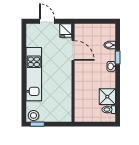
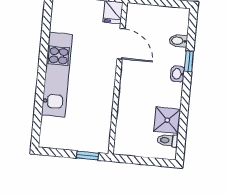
stool: (34, 115) -> (51, 139), removed
window: (37, 124) -> (88, 156), moved

